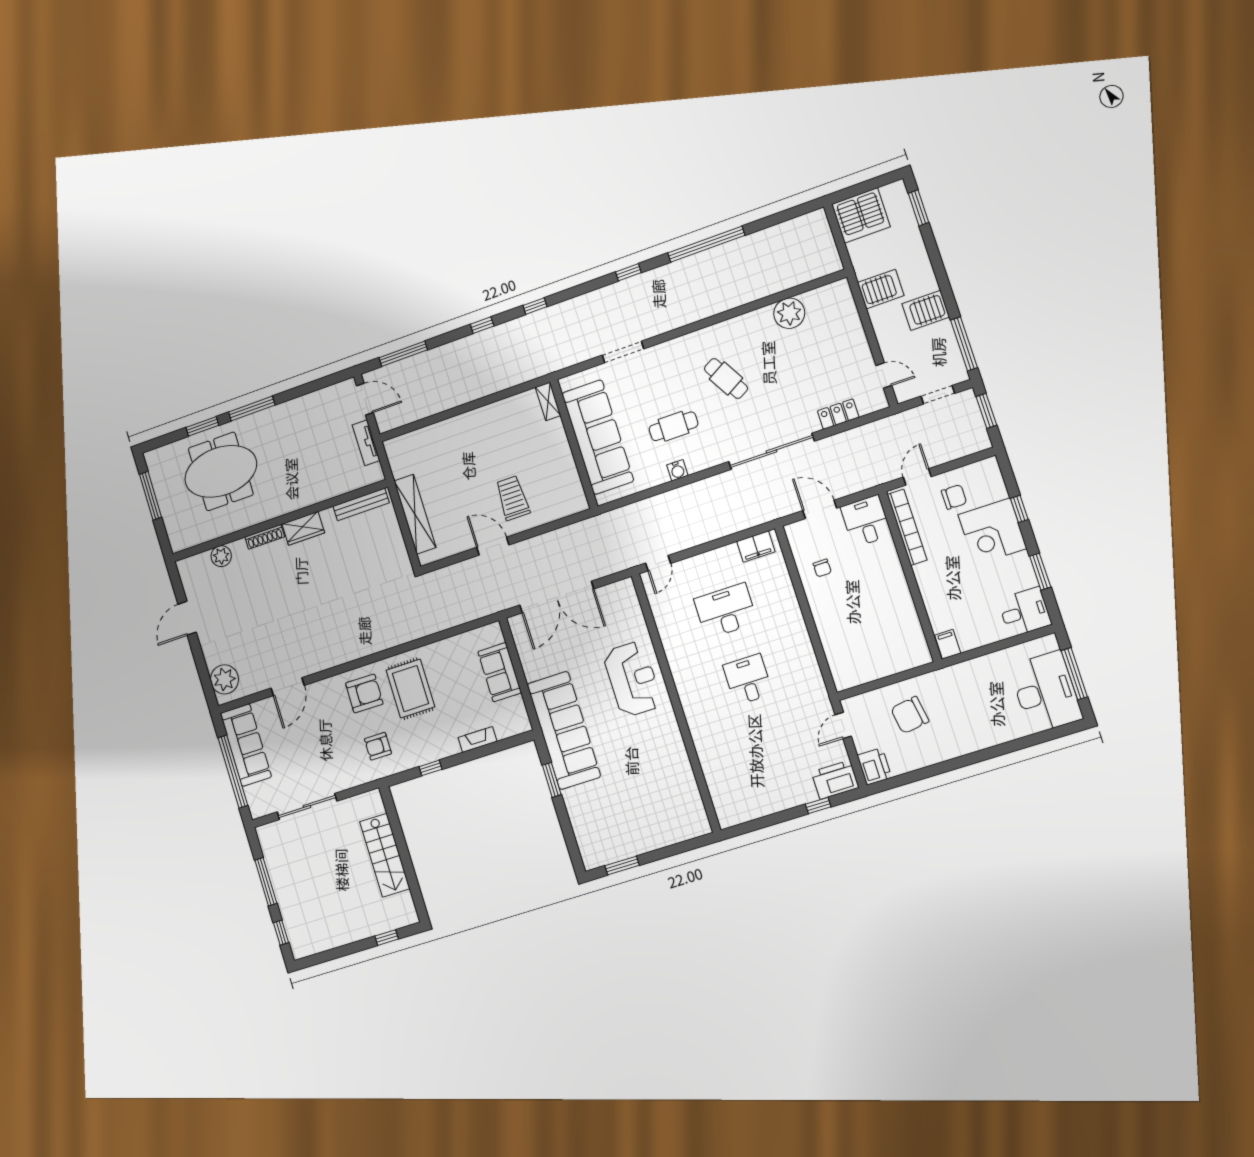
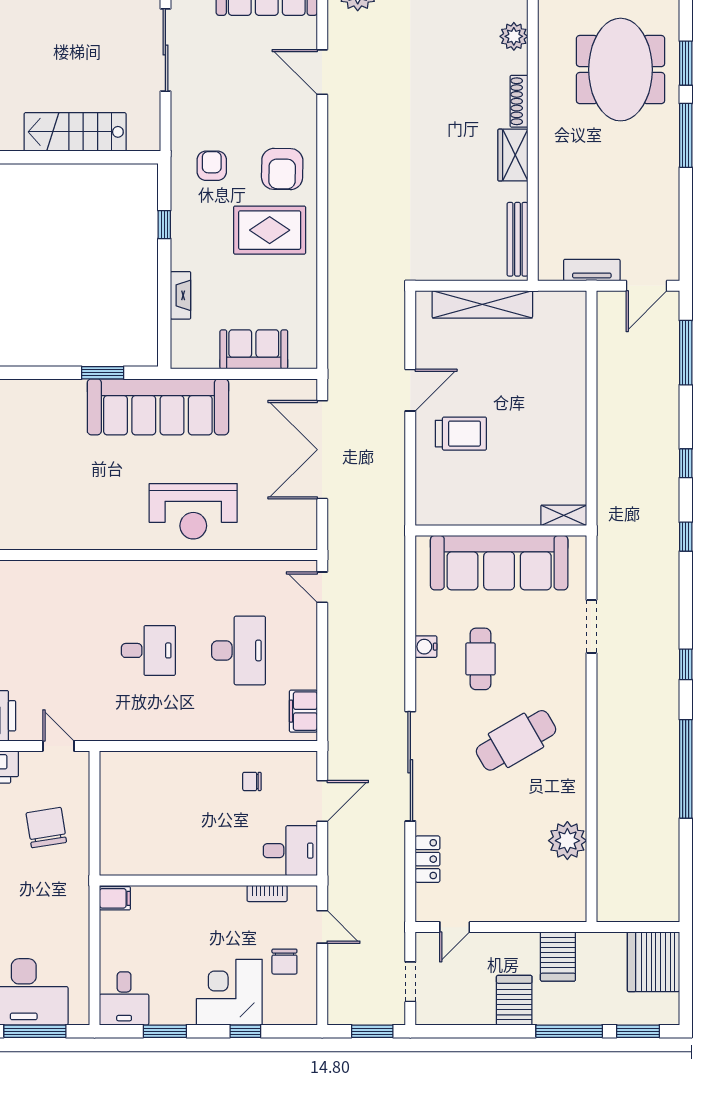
window: (964, 344) -> (569, 1031), moved
cafe table: (726, 378) -> (516, 740), width x1.37, depth x1.35
bookcase: (907, 527) -> (267, 894), width x0.43, depth x0.76

